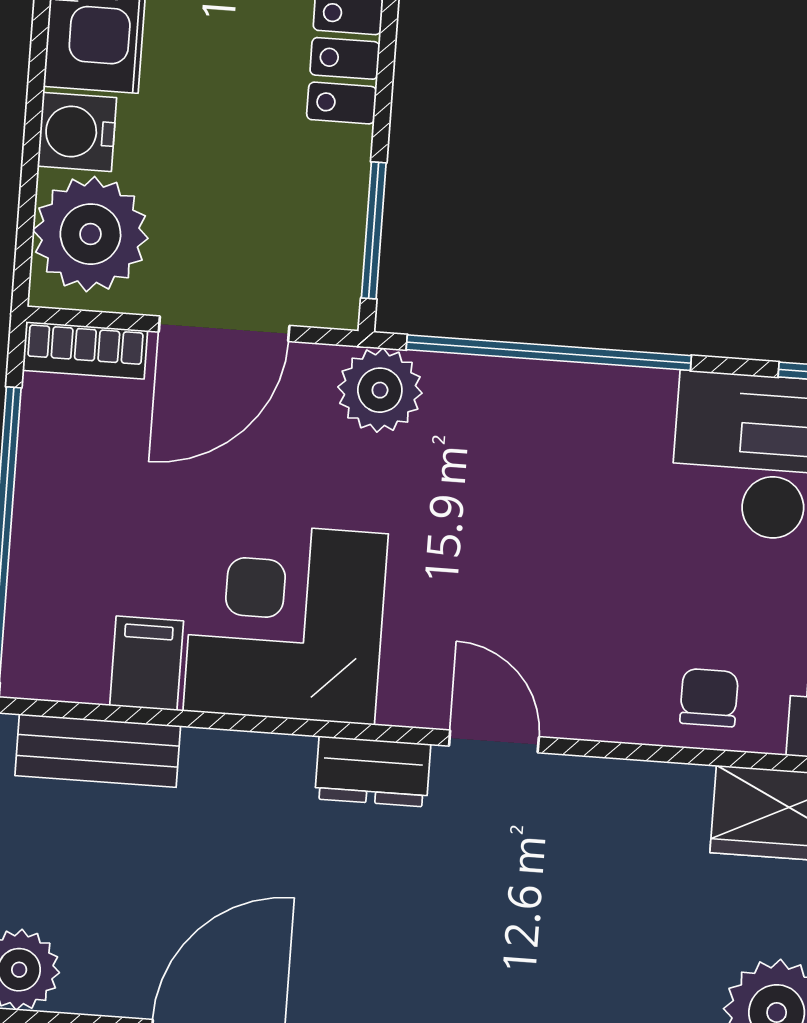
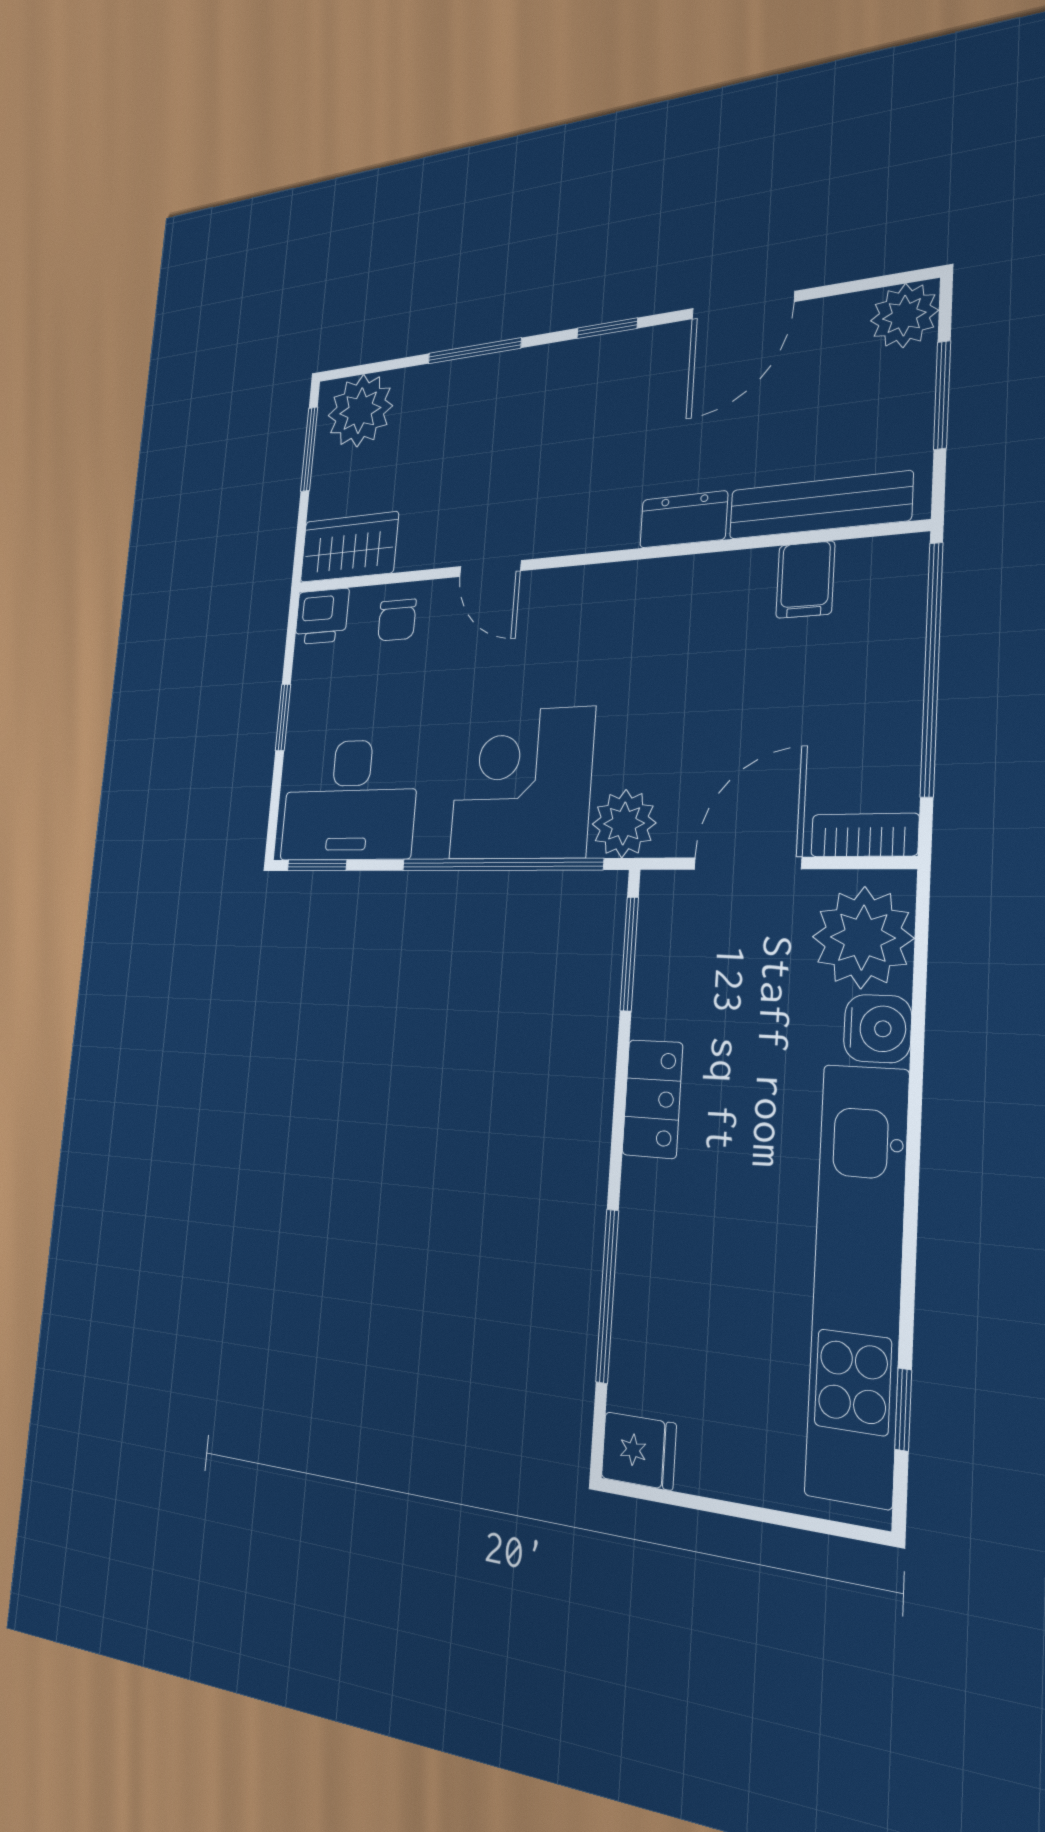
corner desk: (286, 622) -> (522, 783), moved, turned 180
door: (494, 741) -> (490, 569), moved
bench: (98, 751) -> (820, 505), width x1.36
dresser: (373, 772) -> (684, 519), moved

